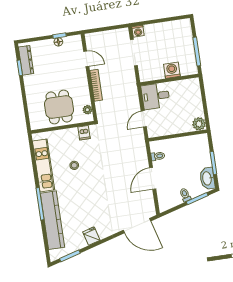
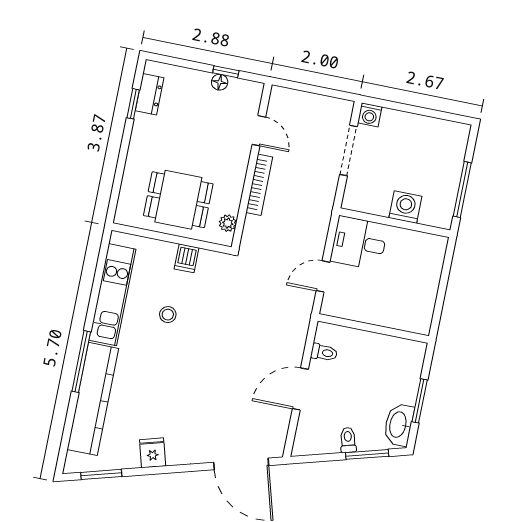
dresser: (26, 60) -> (150, 94), width x0.70
dining table: (59, 107) -> (178, 200), turned 90
plant: (199, 124) -> (419, 321), removed
dishwasher: (84, 133) -> (187, 258), moved

